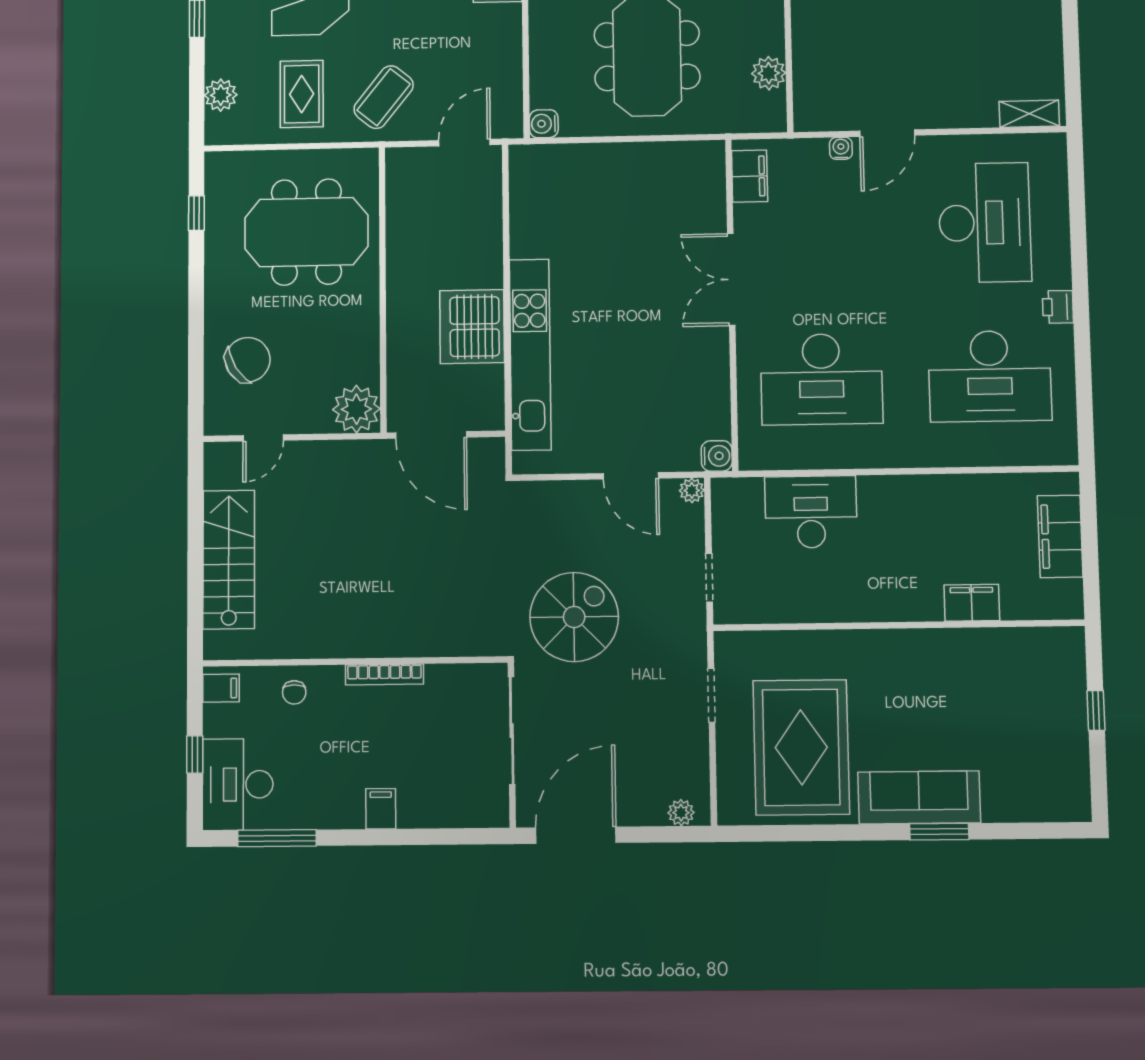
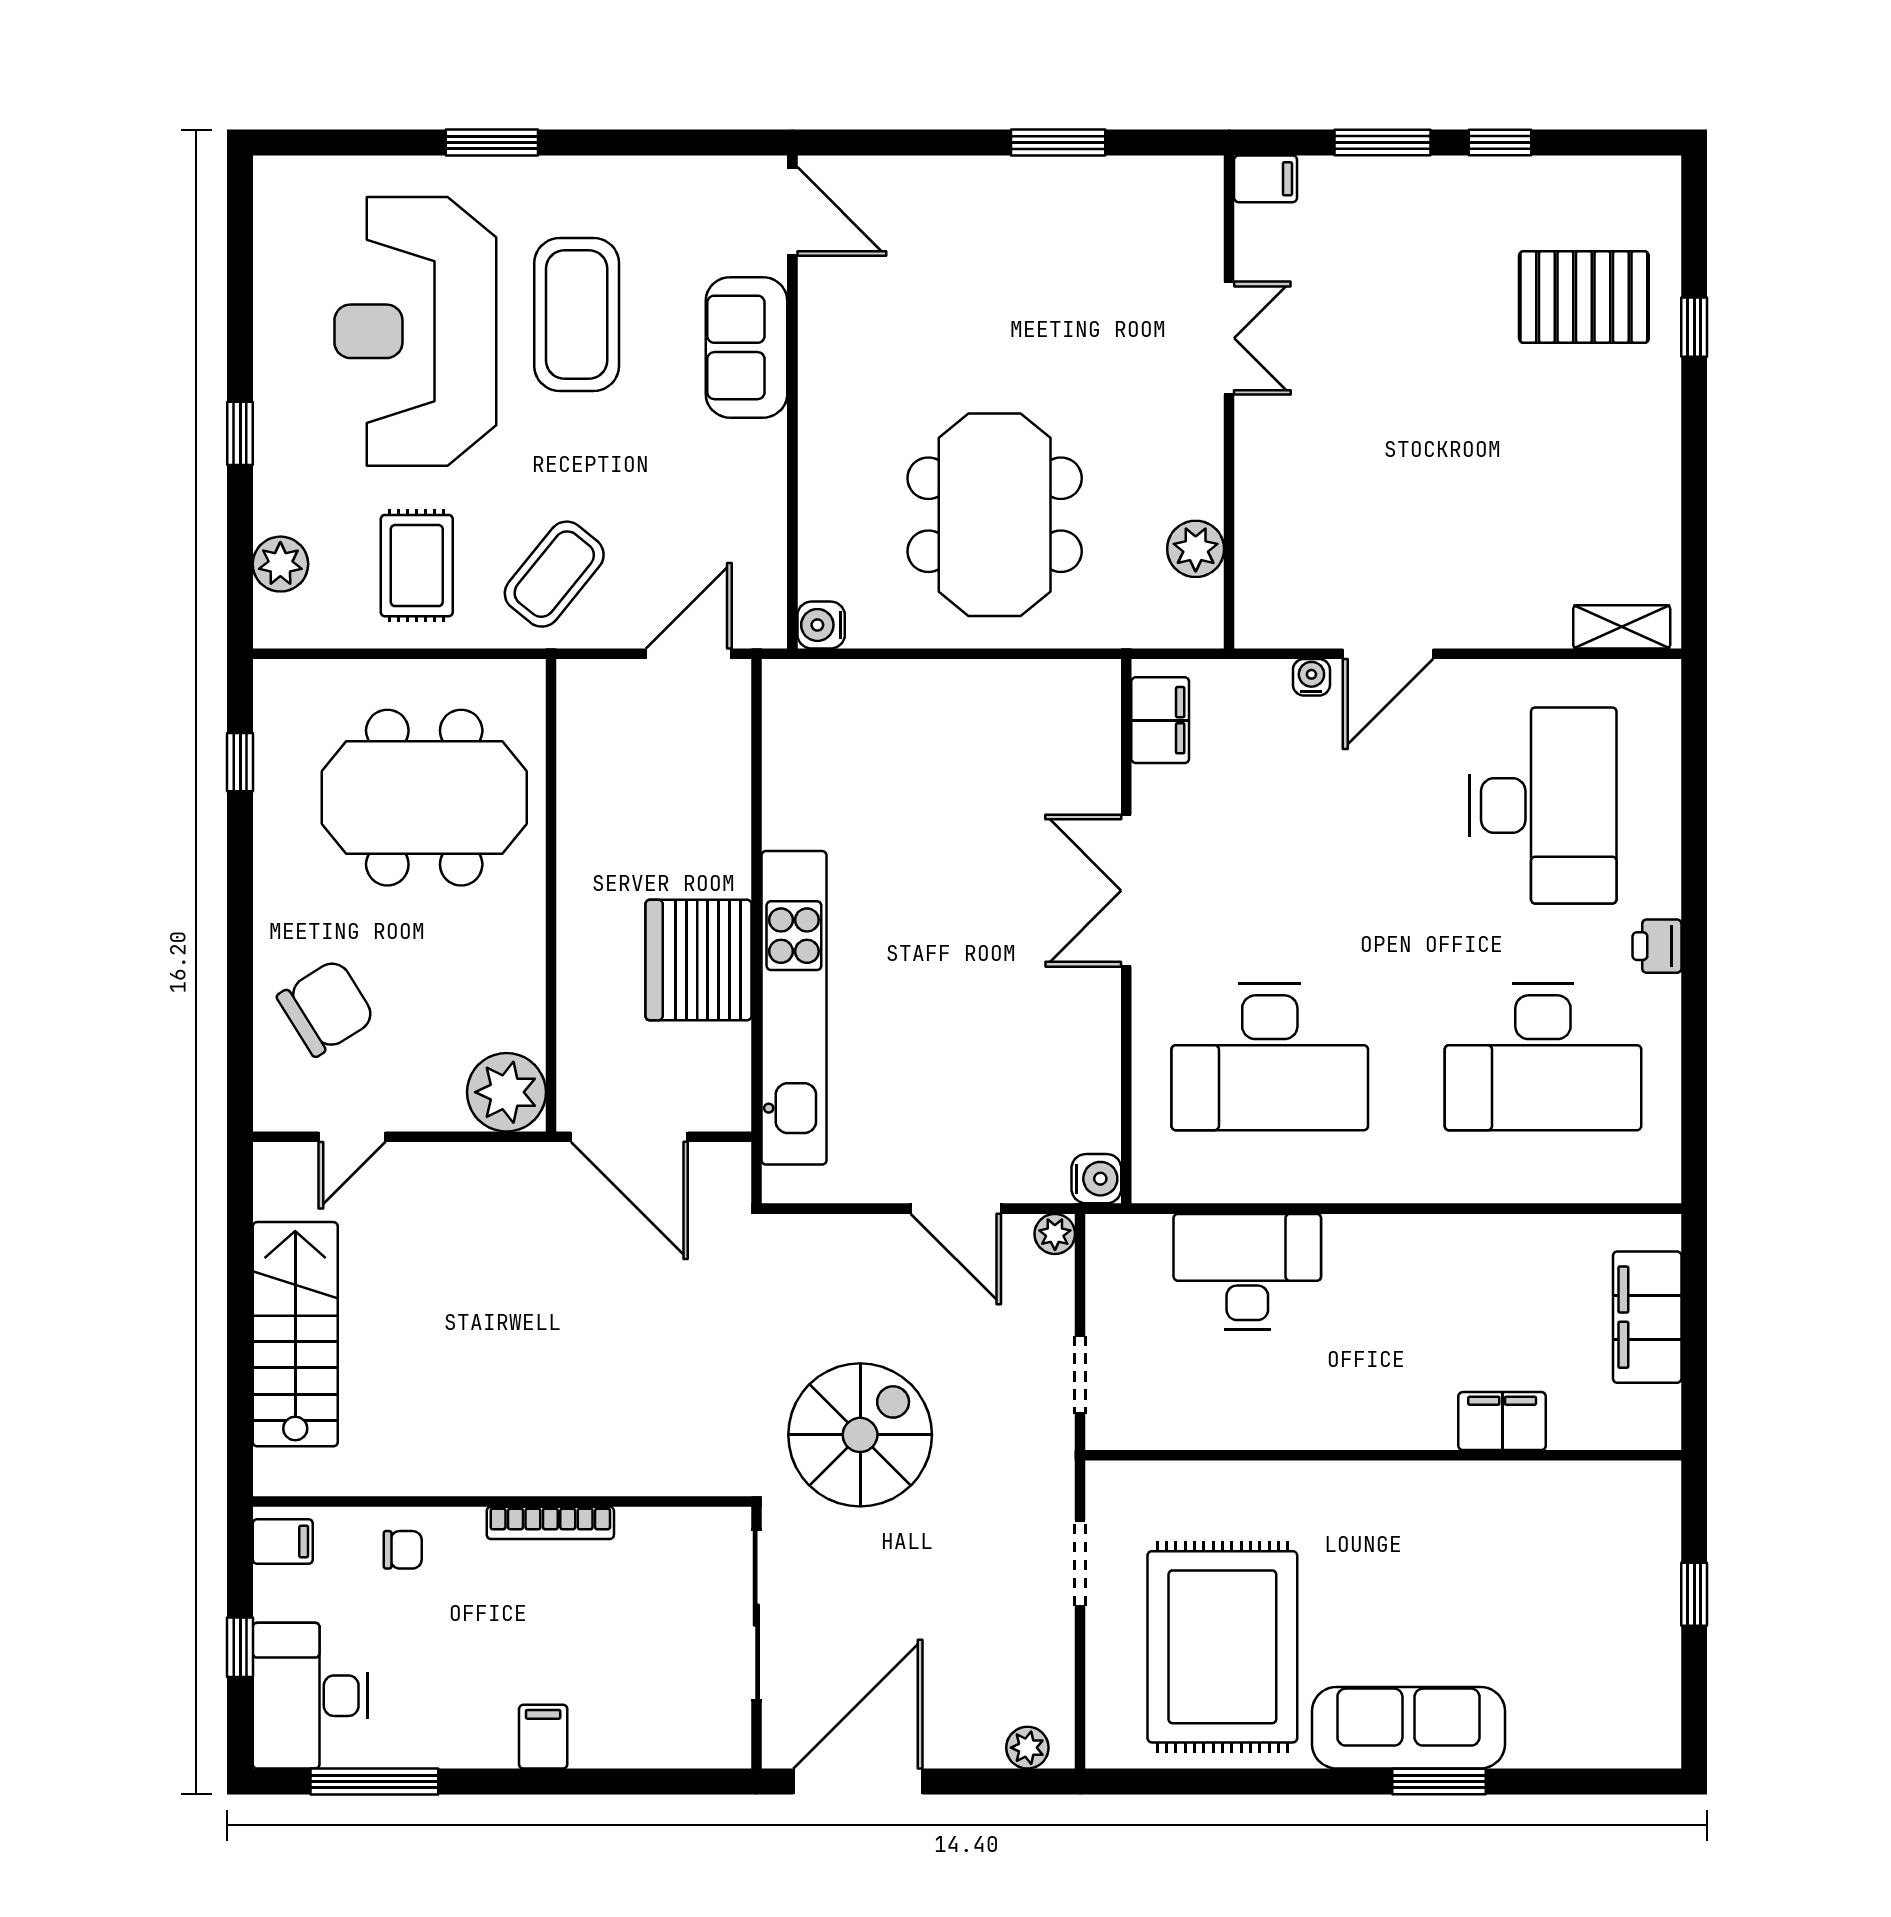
chair: (294, 692) -> (403, 1550), turned -90

